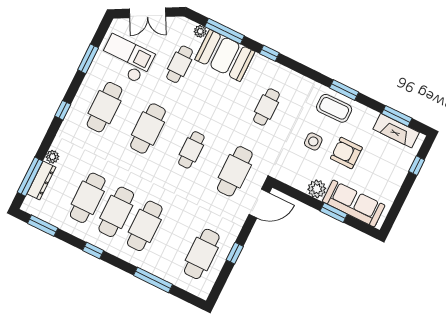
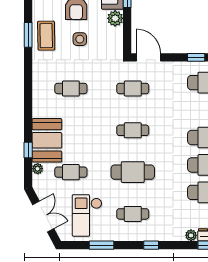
window: (224, 31) -> (28, 150), width x0.46
window: (269, 53) -> (28, 107), removed
cafe table: (104, 107) -> (133, 214), width x0.73, depth x0.74
cafe table: (235, 171) -> (133, 89), width x0.73, depth x0.74

